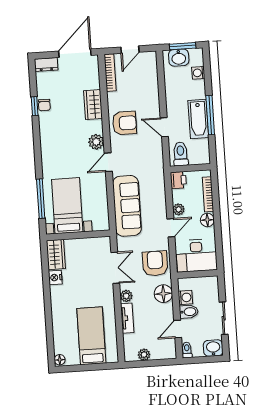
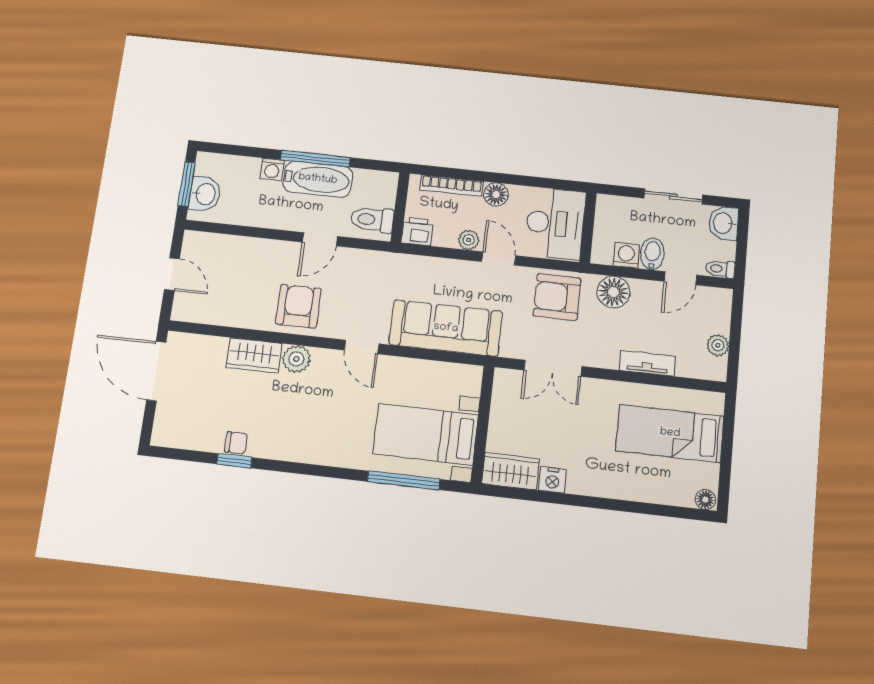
dresser: (46, 64) -> (164, 426), removed
bookcase: (110, 73) -> (204, 316), removed
washing machine: (198, 73) -> (272, 169), moved
plant: (96, 142) -> (296, 359), moved
double door: (115, 268) -> (553, 368), swing flipped
plant: (126, 296) -> (607, 358), removed
door: (178, 329) -> (680, 278), hinge flipped

